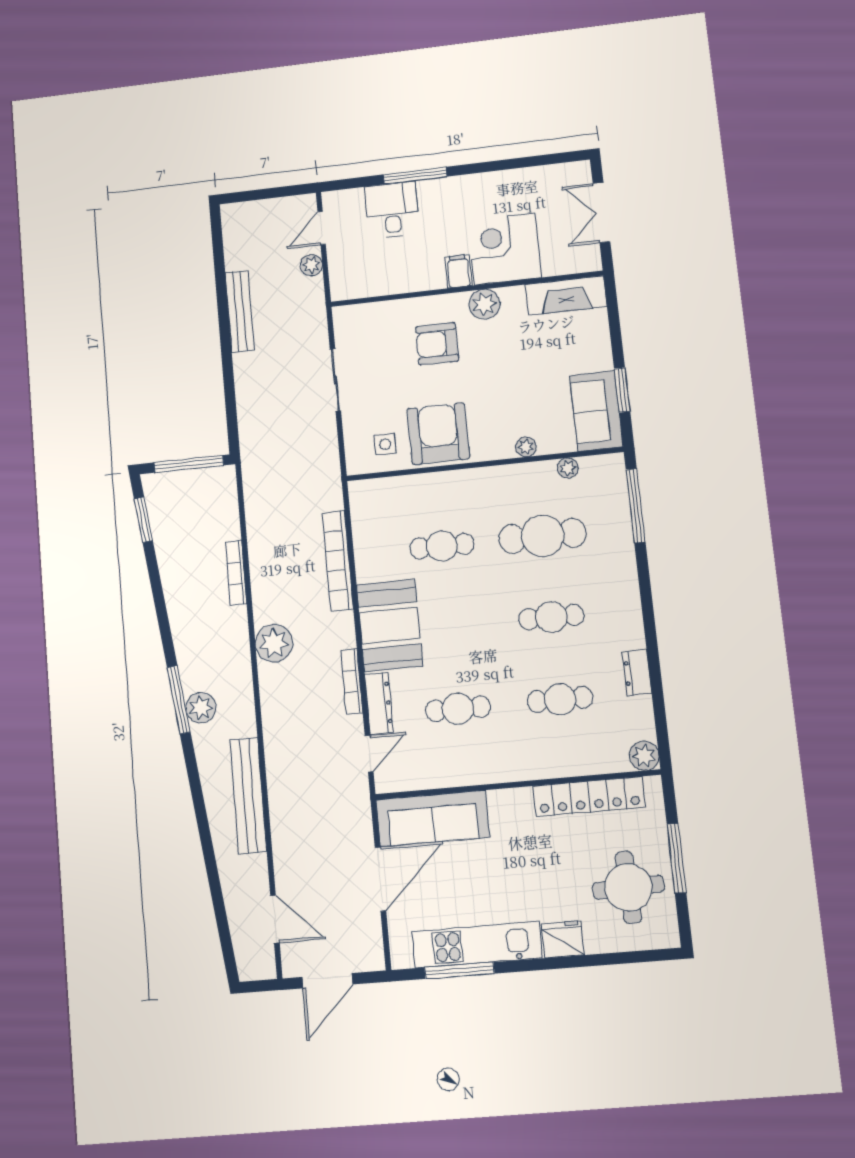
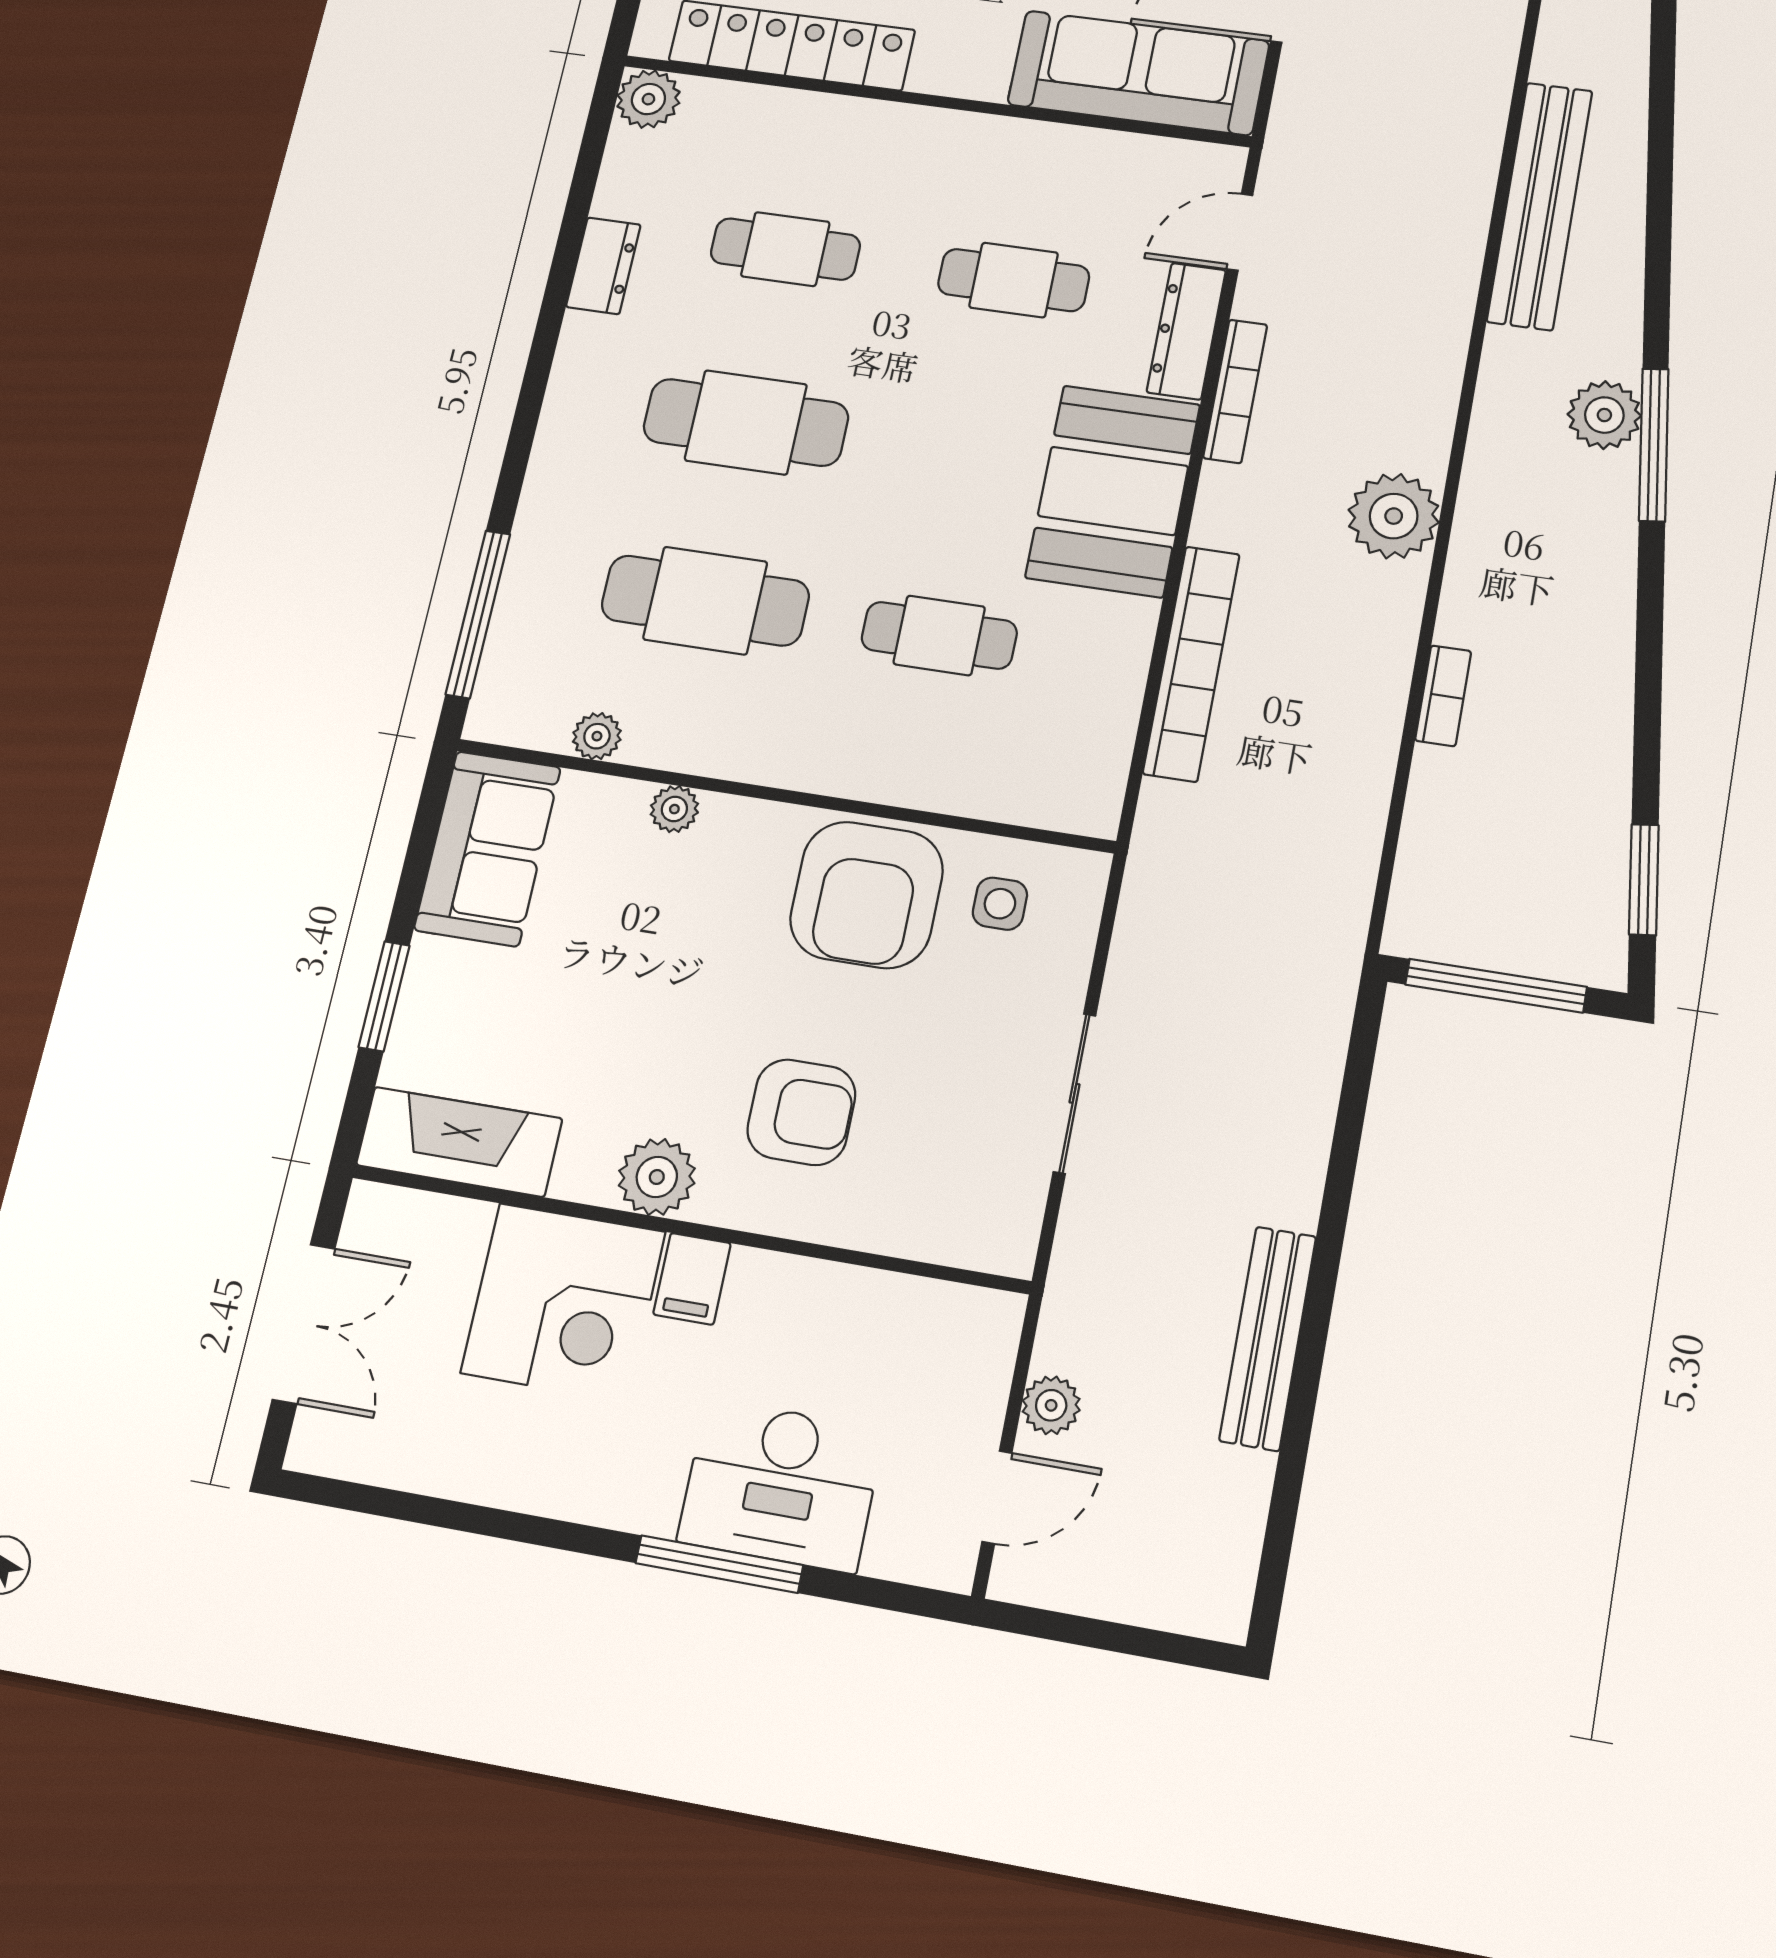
desk: (392, 210) -> (781, 1485), width x1.37
window: (622, 390) -> (384, 996), moved
bookcase: (236, 573) -> (1443, 696), width x0.64
cafe table: (551, 617) -> (746, 422), width x1.37, depth x1.35

